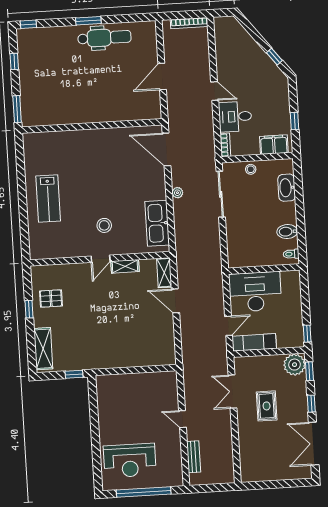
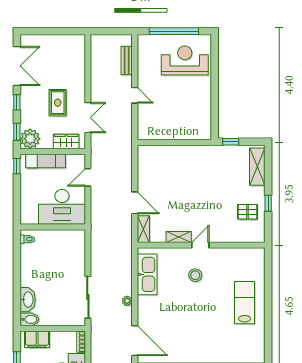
stool: (251, 169) -> (59, 318), removed
bidet: (287, 232) -> (30, 319), moved
exam couch: (254, 342) -> (46, 161), moved
wardrobe: (255, 364) -> (66, 142), added

